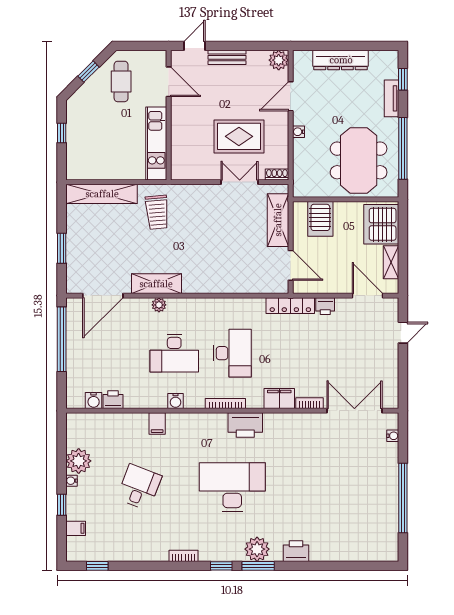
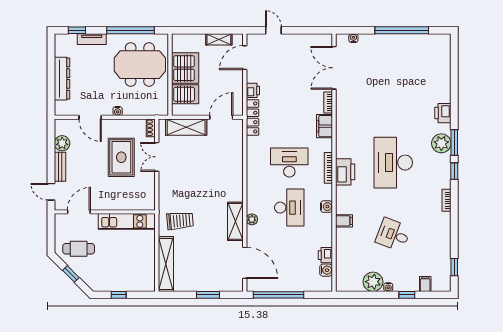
plant: (279, 60) -> (62, 143), moved
server rack: (381, 224) -> (185, 68), moved, turned -90
printer: (245, 425) -> (345, 172), moved

